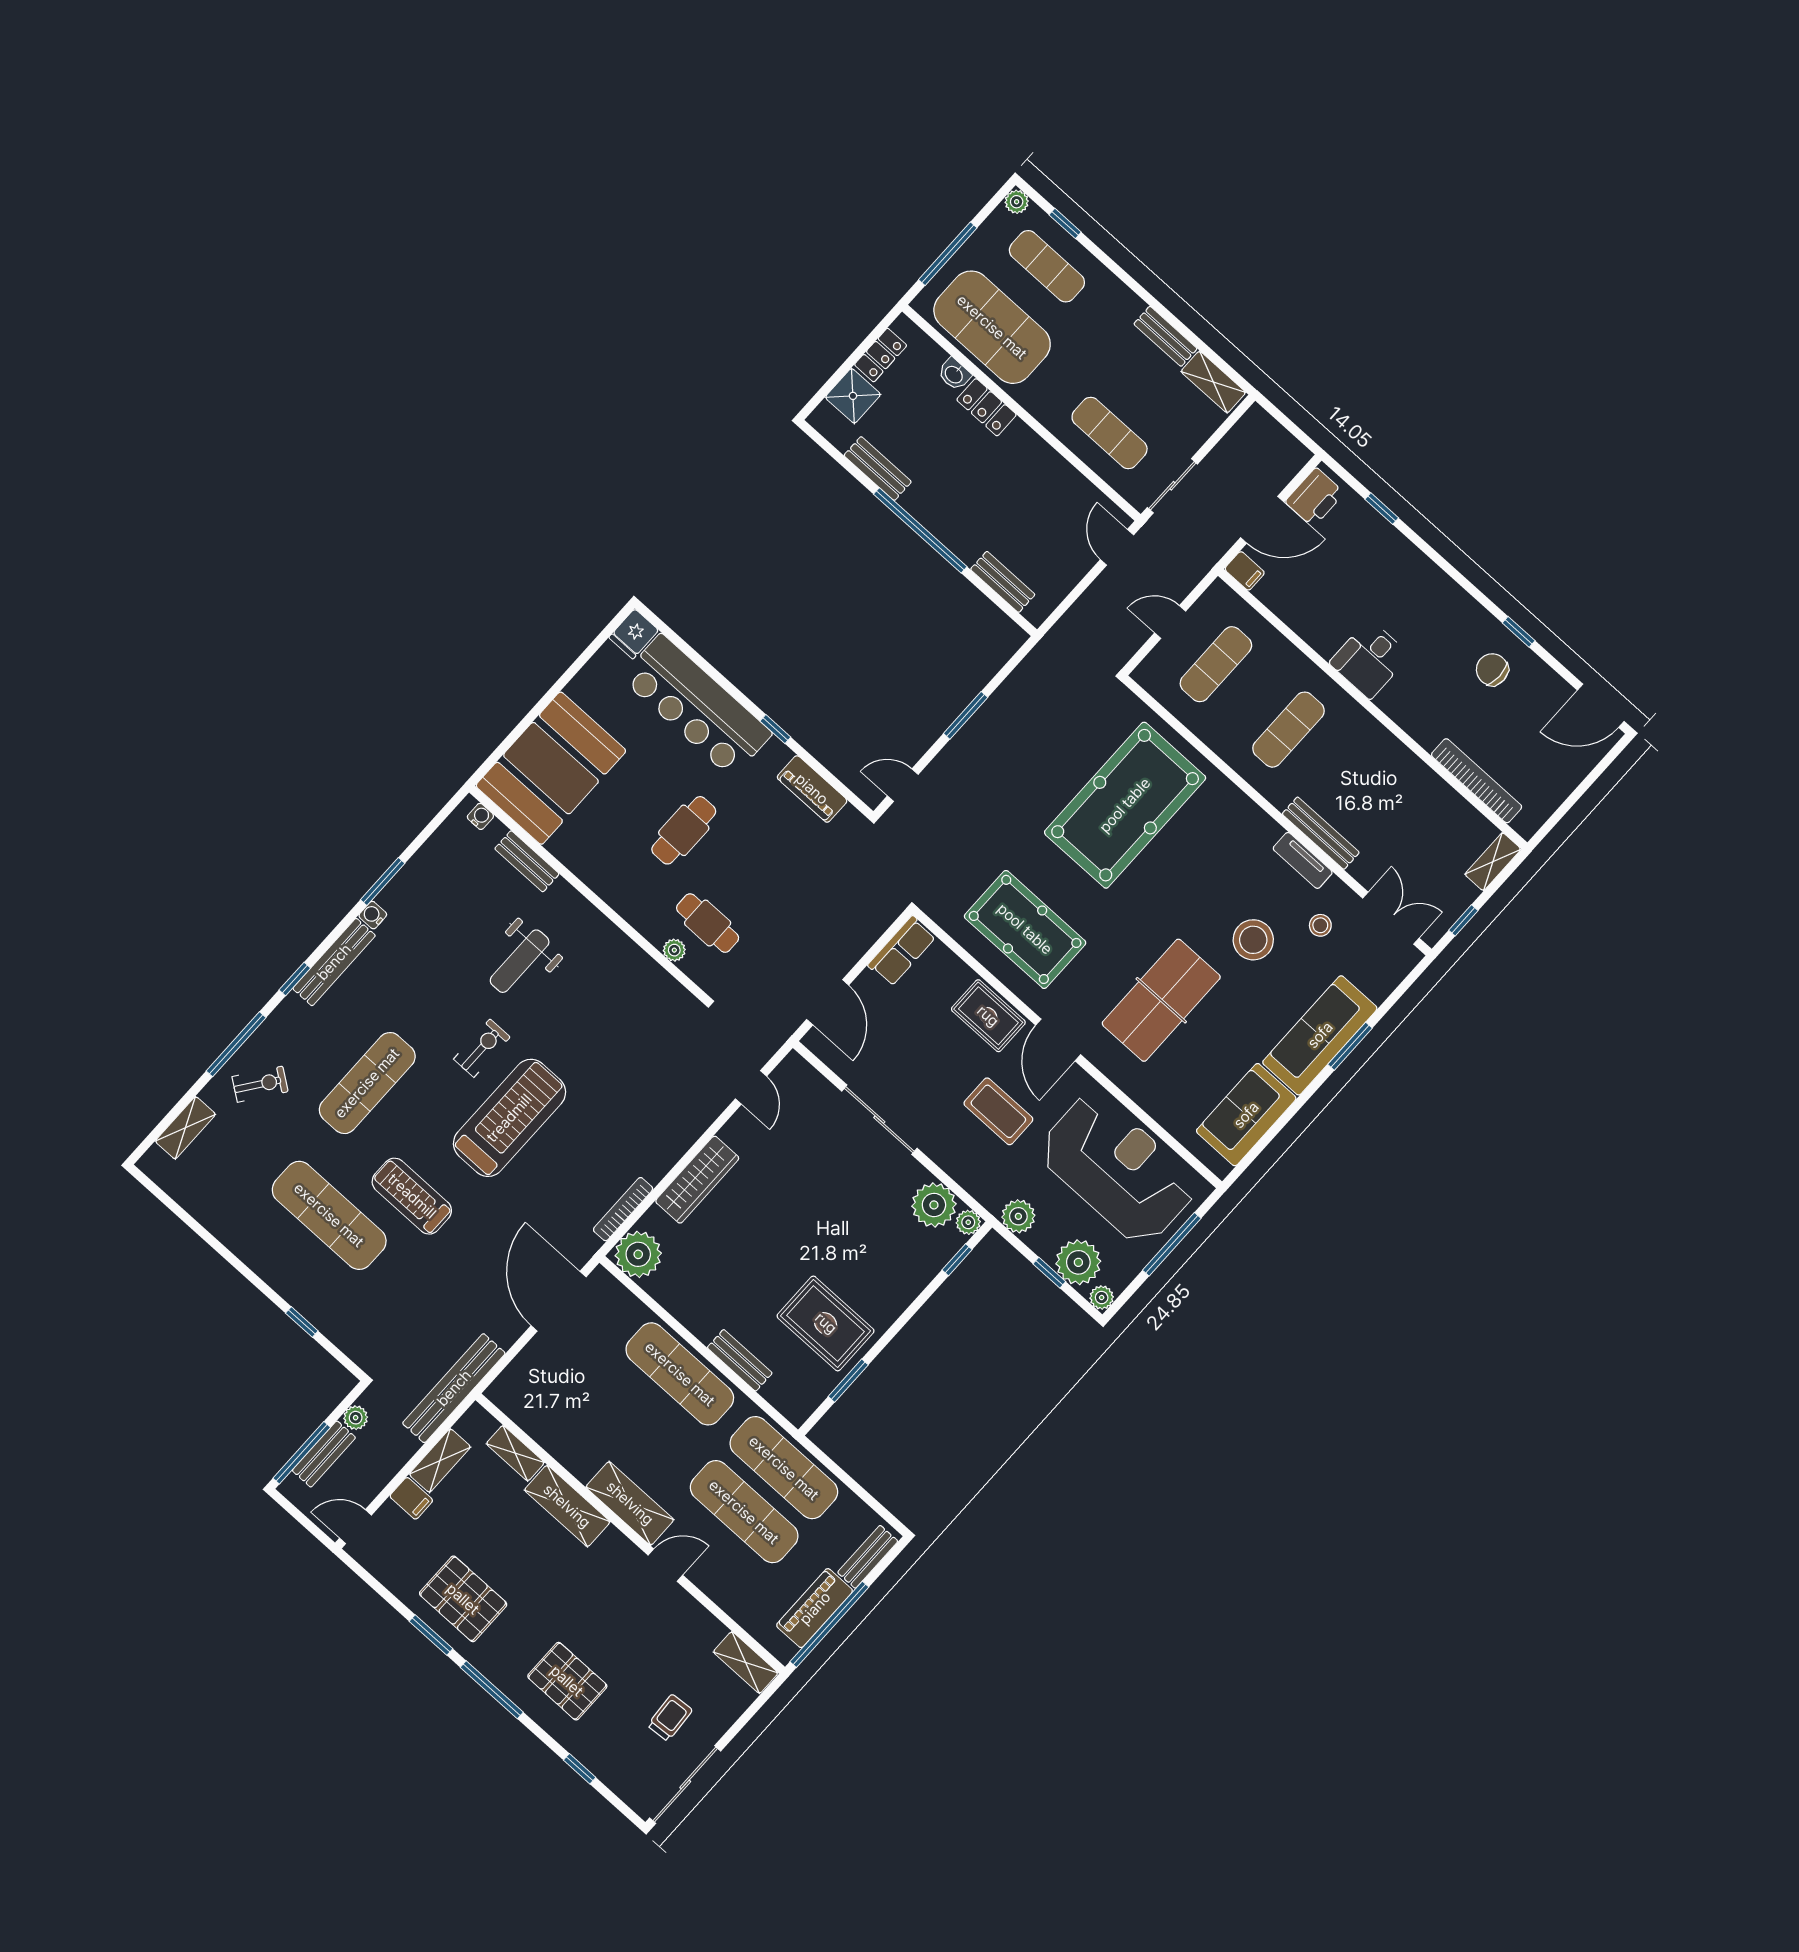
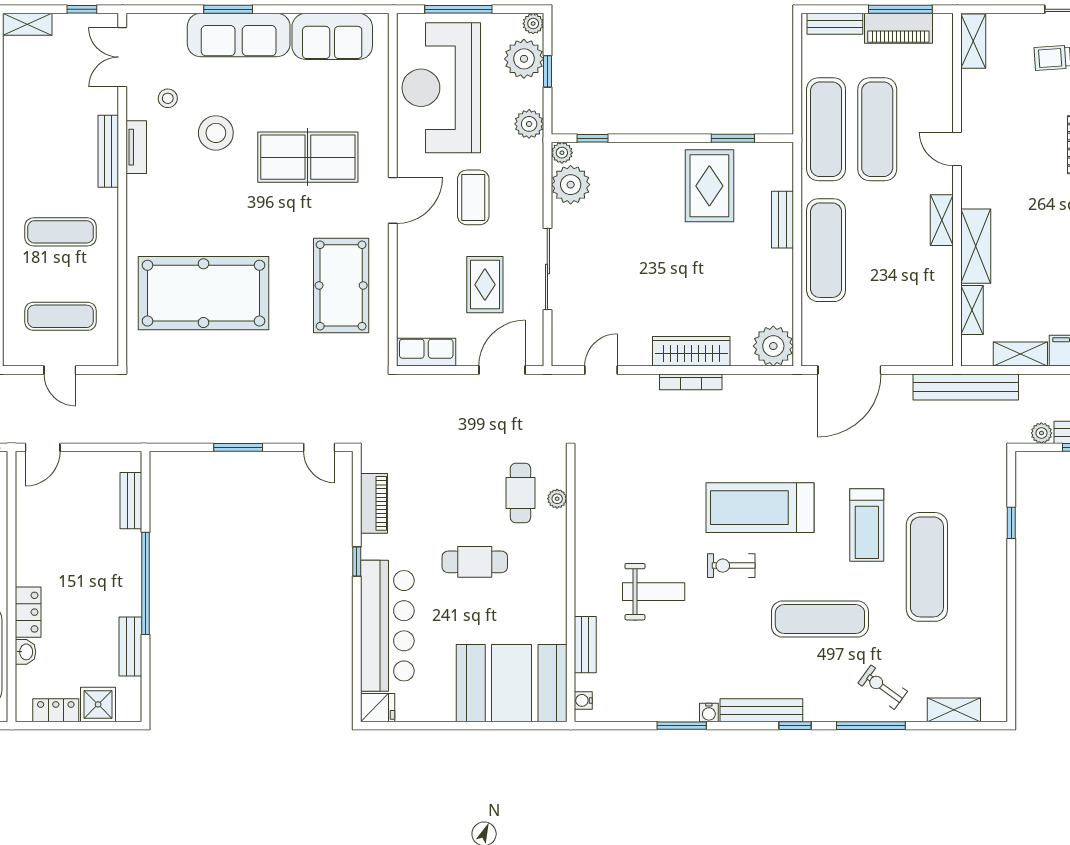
rug: (988, 1016) -> (485, 285), moved
bookcase: (623, 1209) -> (691, 382), moved
shelving: (630, 1503) -> (942, 220), width x0.67, depth x0.75
window: (829, 1624) -> (900, 9), width x0.68

